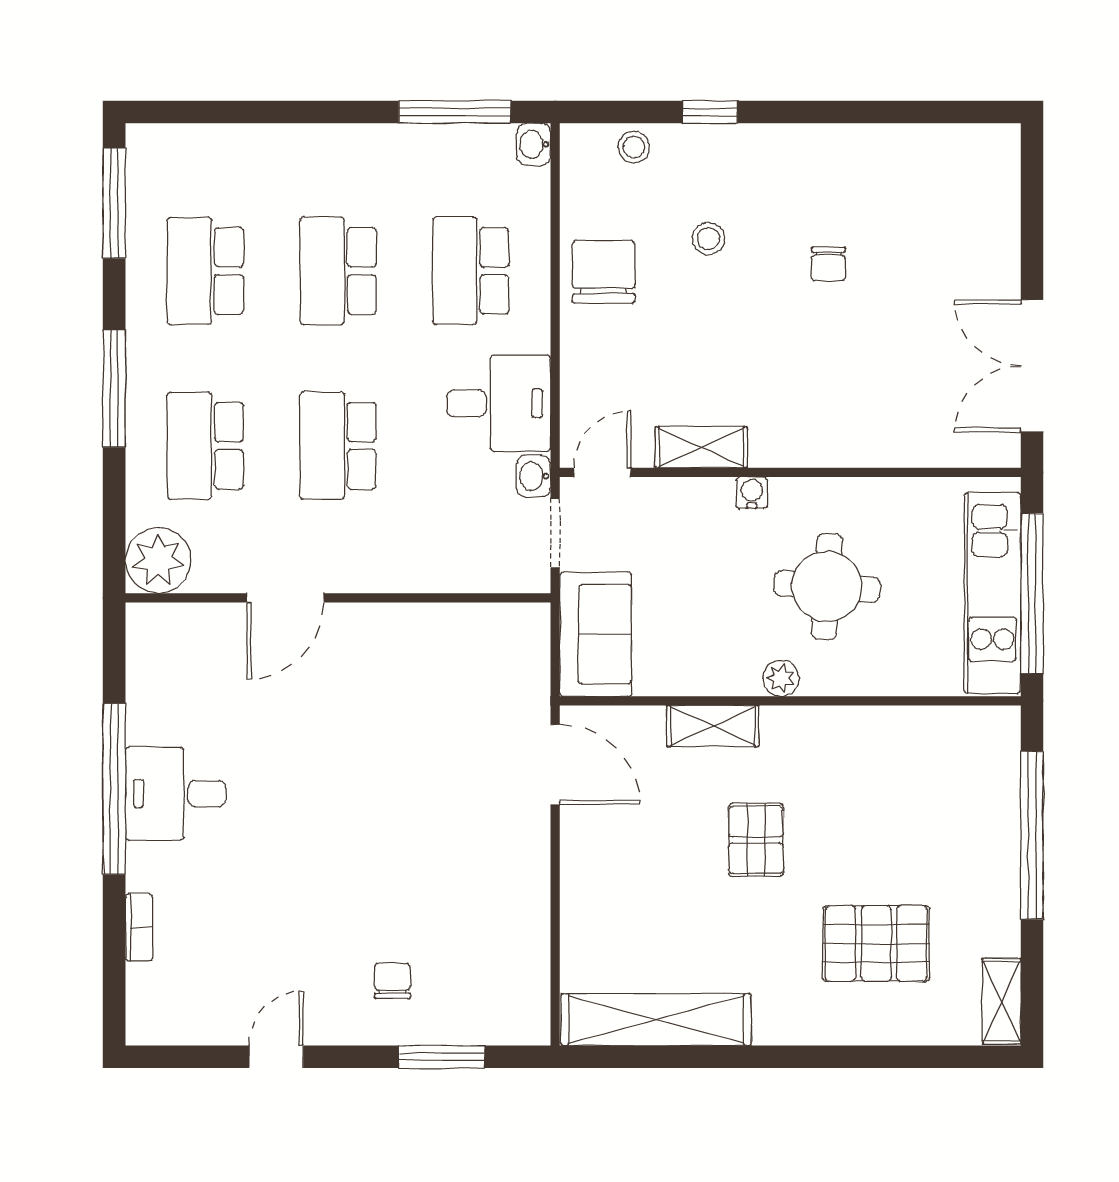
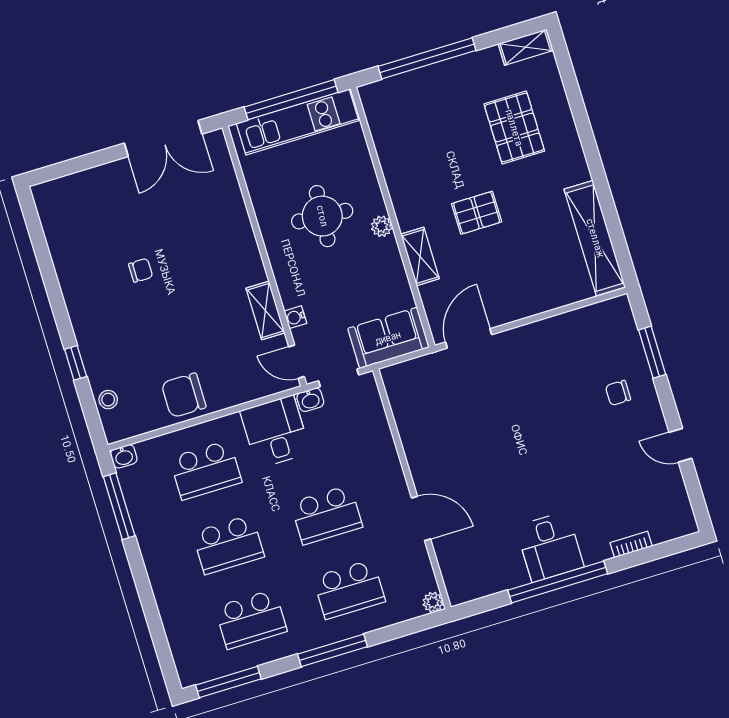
stool: (708, 239) -> (147, 342), removed
water cooler: (752, 493) -> (295, 317), moved
plant: (158, 560) -> (433, 602), width x0.53, depth x0.53

